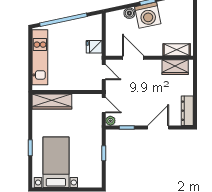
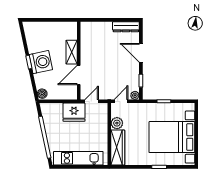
boiler: (129, 13) -> (42, 94), moved
fridge: (94, 47) -> (74, 112), width x1.88, depth x1.34
shelving: (177, 50) -> (72, 52), moved
wardrobe: (175, 67) -> (87, 38), removed
plant: (79, 101) -> (117, 123), added
bed with nightstands: (56, 162) -> (172, 137), width x1.36

